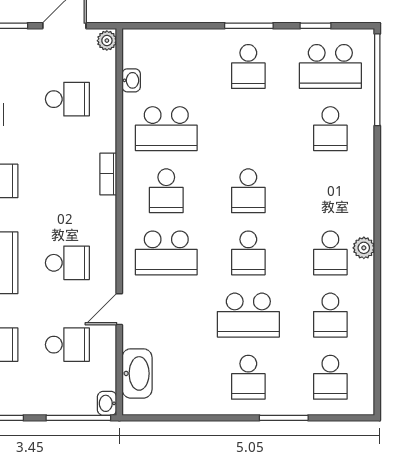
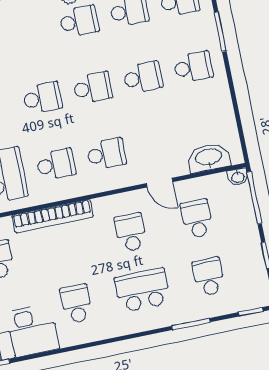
bookcase: (108, 174) -> (52, 216), width x2.31, depth x1.31
school desk: (166, 253) -> (106, 154), width x0.54
school desk: (248, 315) -> (143, 77), width x0.54

